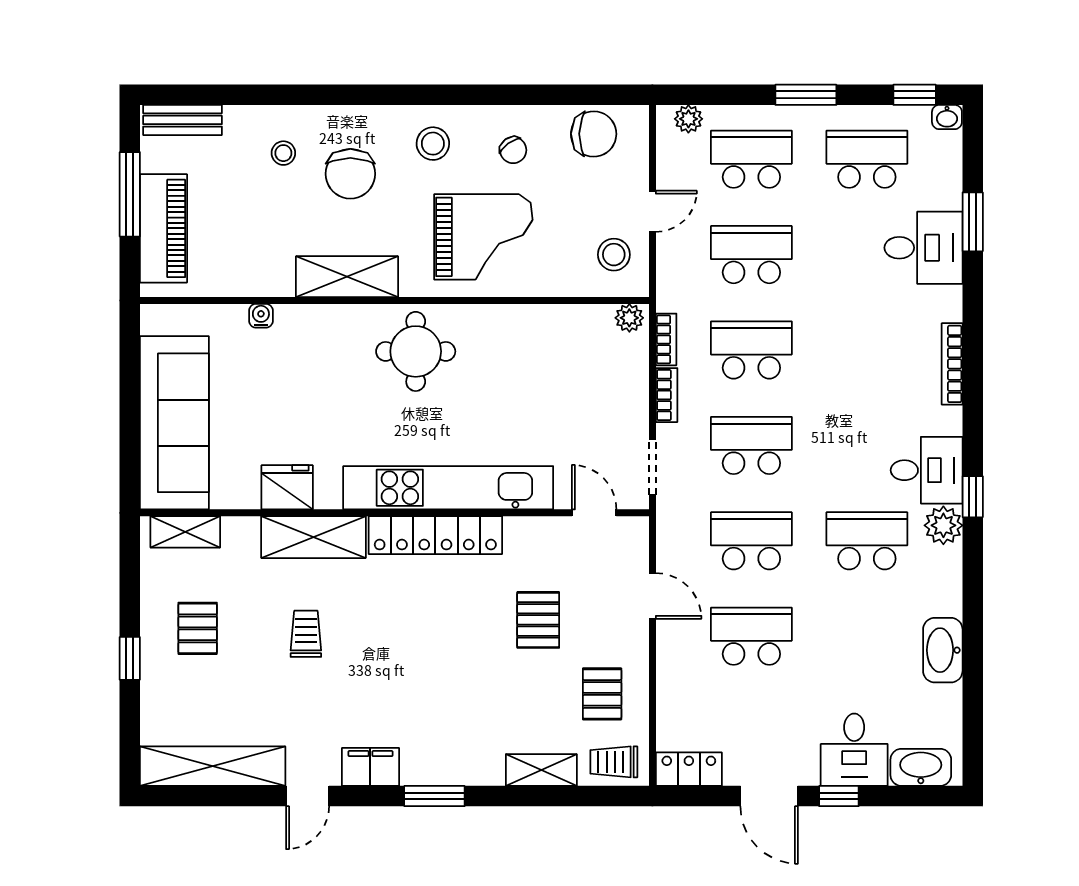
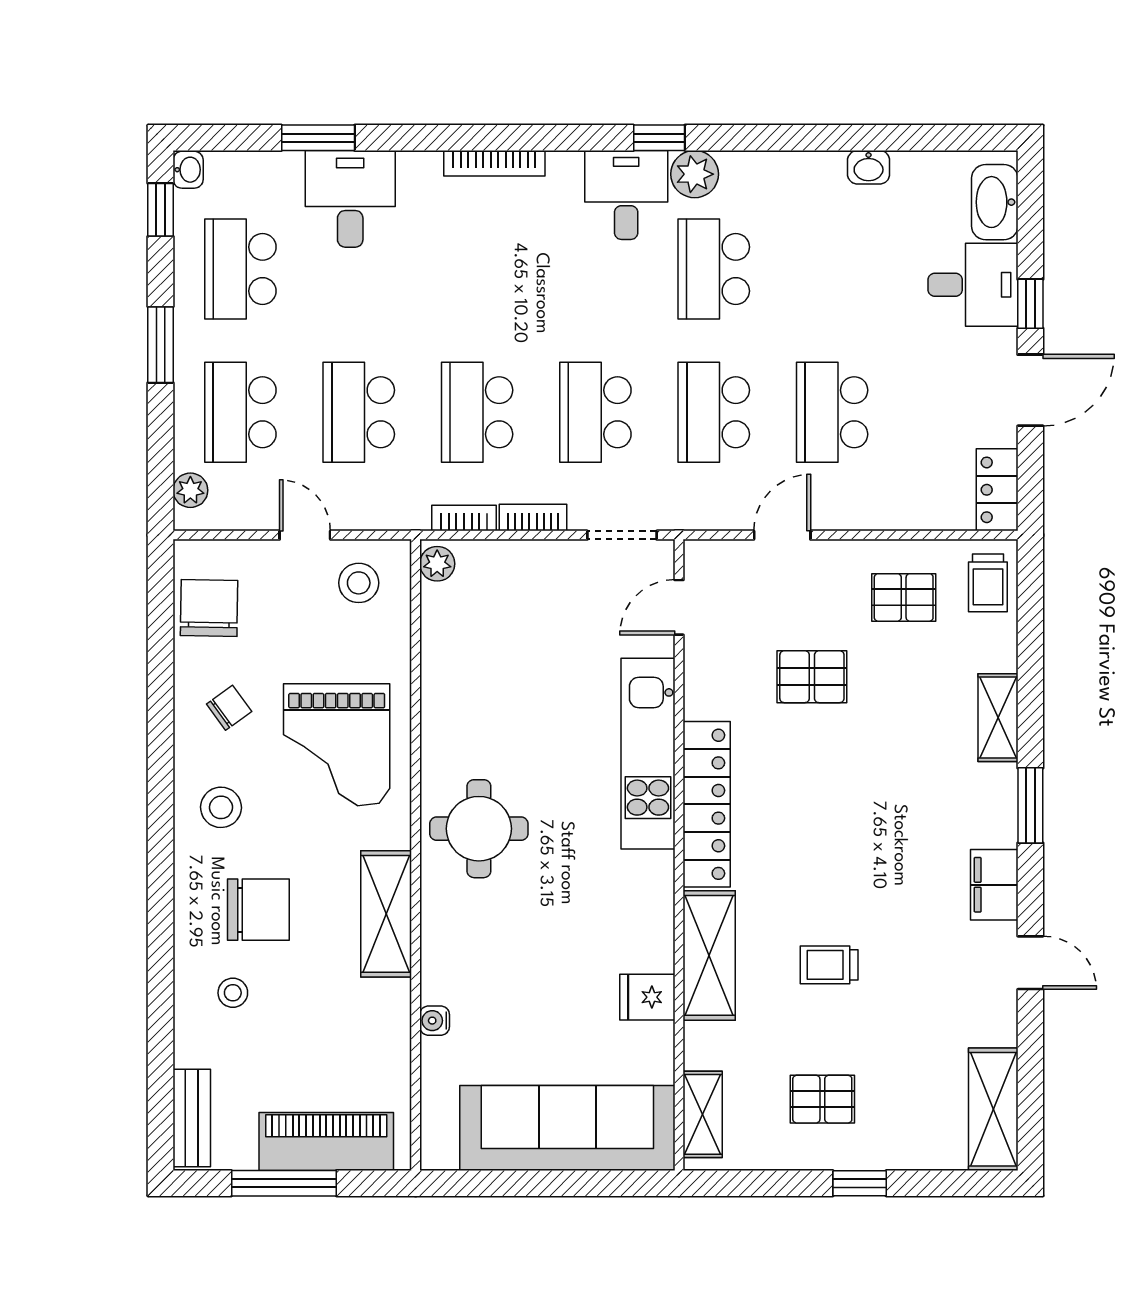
grand piano: (483, 237) -> (337, 745), turned 180
fridge: (287, 487) -> (647, 997), width x0.72
kitchen unit: (448, 488) -> (648, 754), width x0.73
washbasin: (943, 650) -> (869, 167), width x0.52, depth x0.69
shelving: (213, 766) -> (993, 1109), width x0.68
shelving: (541, 770) -> (998, 718), moved

